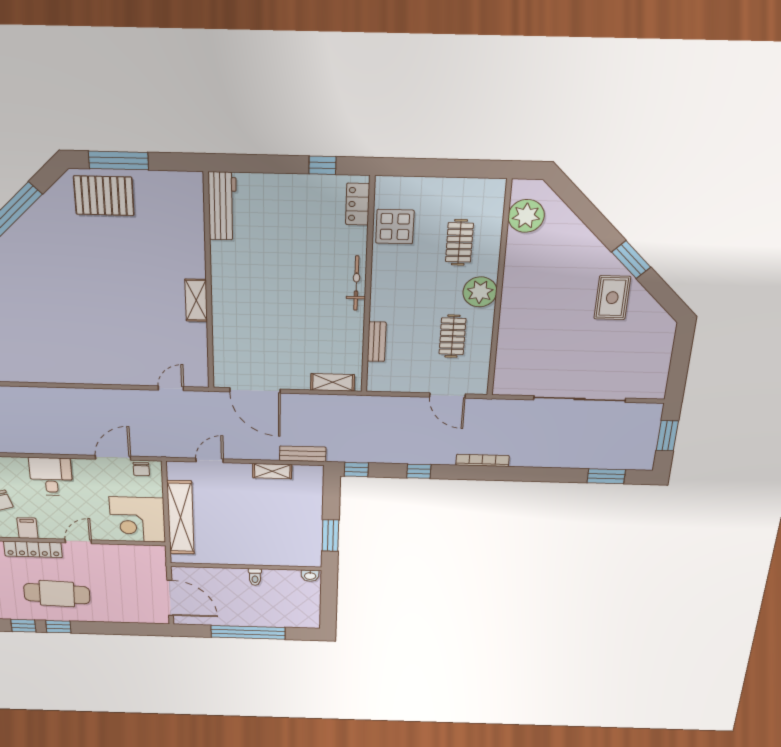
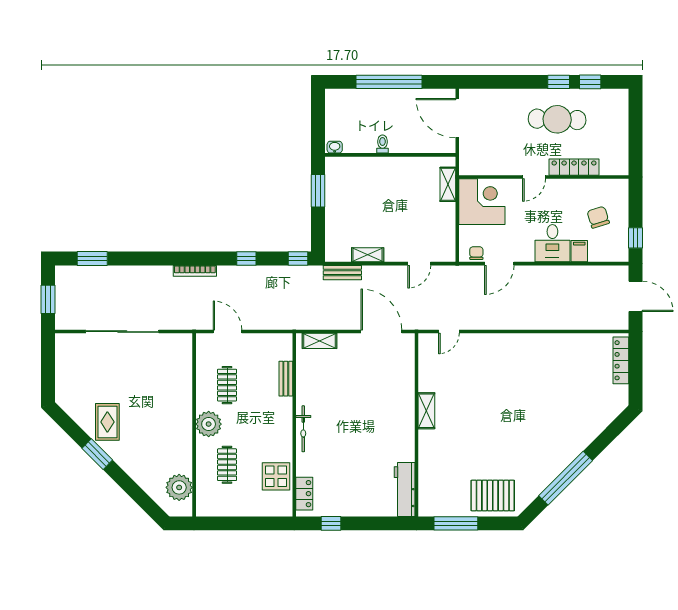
window: (118, 160) -> (456, 523), moved
shelving: (181, 518) -> (448, 184), width x0.45, depth x0.75
filing cabinet: (27, 528) -> (579, 251), moved, turned 180

